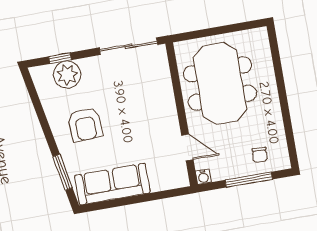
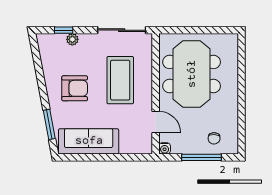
plant: (67, 75) -> (72, 39), width x0.53, depth x0.53
coffee table: (137, 105) -> (120, 80), added
armchair: (85, 124) -> (75, 88), turned -87

